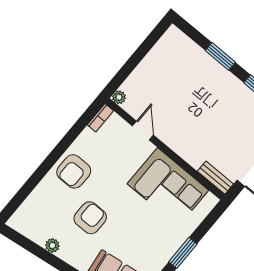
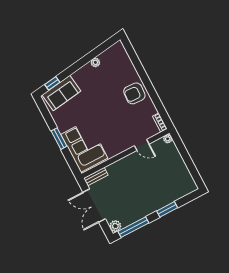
armchair: (74, 171) -> (134, 93), turned -87
corner sofa: (168, 187) -> (84, 146), moved, turned 90
armchair: (90, 218) -> (103, 92), removed

